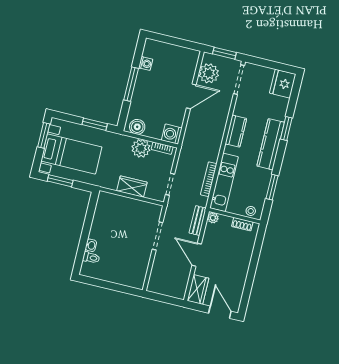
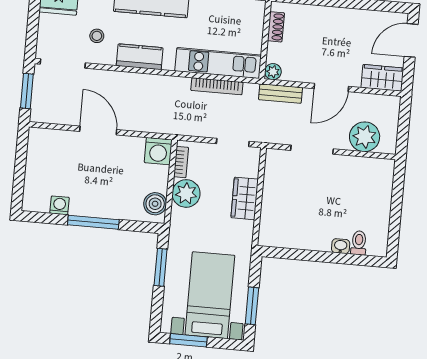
plant: (209, 73) -> (365, 137), moved
stool: (251, 211) -> (97, 36), moved

